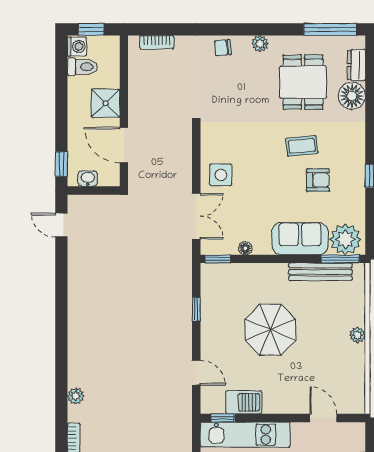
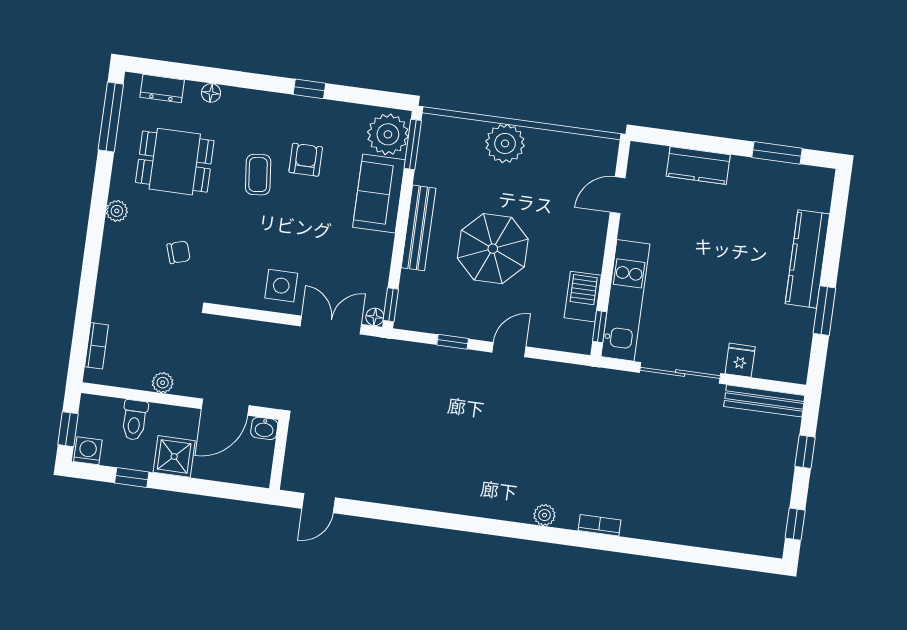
chair: (223, 48) -> (179, 252), moved, turned -102
toilet: (82, 67) -> (134, 420), moved, turned 180
plant: (136, 96) -> (163, 383), added
floor lamp: (352, 96) -> (211, 93), width x0.53, depth x0.53
shower: (106, 103) -> (174, 456), moved
window: (61, 164) -> (132, 478), moved
washbasin: (88, 179) -> (264, 428), moved, turned -90
floor lamp: (245, 248) -> (375, 317), moved
bench: (320, 272) -> (418, 228), moved
plant: (357, 335) -> (505, 143), width x1.88, depth x1.88
door: (196, 373) -> (509, 350), moved

